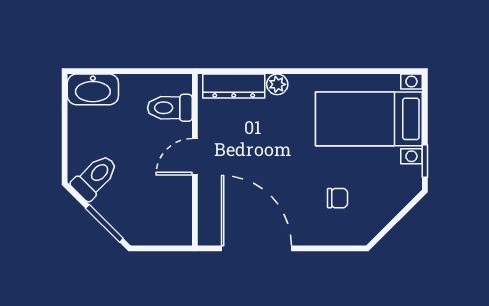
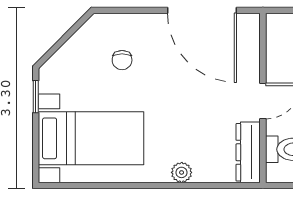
dresser: (234, 86) -> (248, 152), moved, turned -90
chair: (337, 198) -> (122, 60), turned -90

